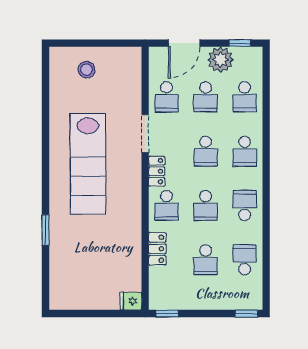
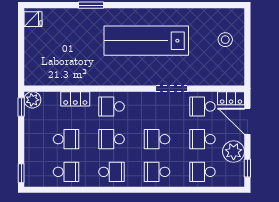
locker: (157, 171) -> (231, 98), moved
school desk: (206, 260) -> (66, 139), turned 180
plant: (159, 300) -> (32, 100), added
fridge: (131, 301) -> (33, 19), moved, turned 90

